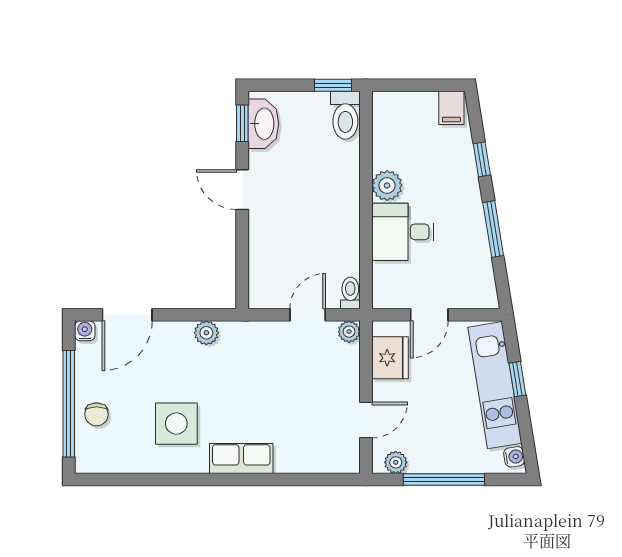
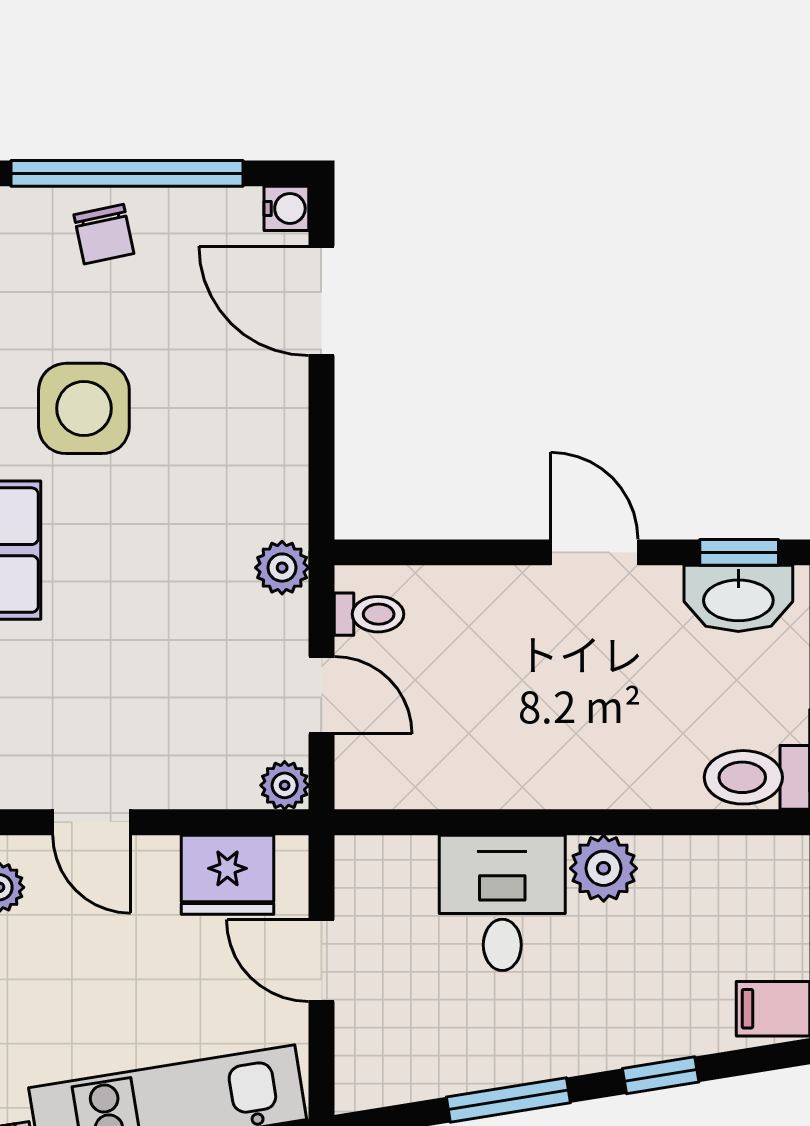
door: (242, 190) -> (595, 552), hinge flipped
toilet: (350, 293) -> (369, 614), moved
plant: (206, 333) -> (282, 568), moved
chair: (96, 414) -> (104, 234), turned -102

